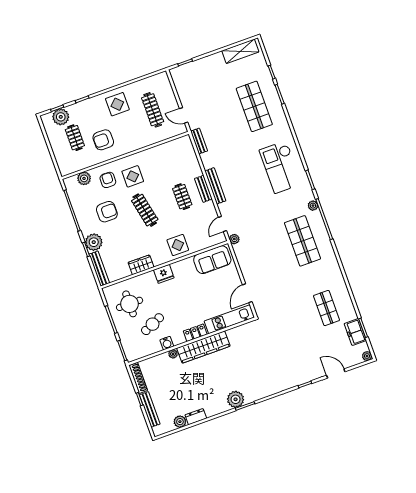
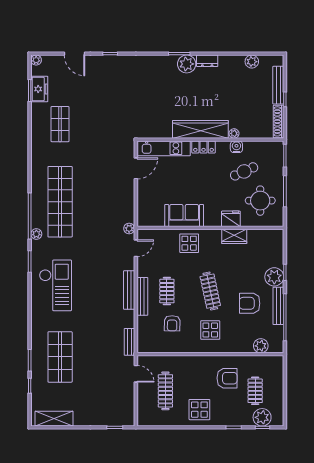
armchair: (108, 180) -> (172, 323), moved
bench: (203, 189) -> (142, 296), width x1.36
shop shelf: (302, 241) -> (60, 202), width x1.40
sofa: (212, 260) -> (184, 215), moved
bench: (99, 269) -> (278, 306), moved
fridge: (164, 274) -> (231, 219), moved
dresser: (196, 417) -> (207, 61), moved

